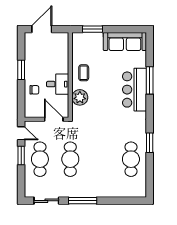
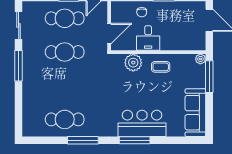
window: (93, 29) -> (209, 77), width x1.44
plant: (77, 37) -> (200, 59), added
window: (150, 80) -> (135, 140), moved
window: (150, 143) -> (83, 140), width x1.44

